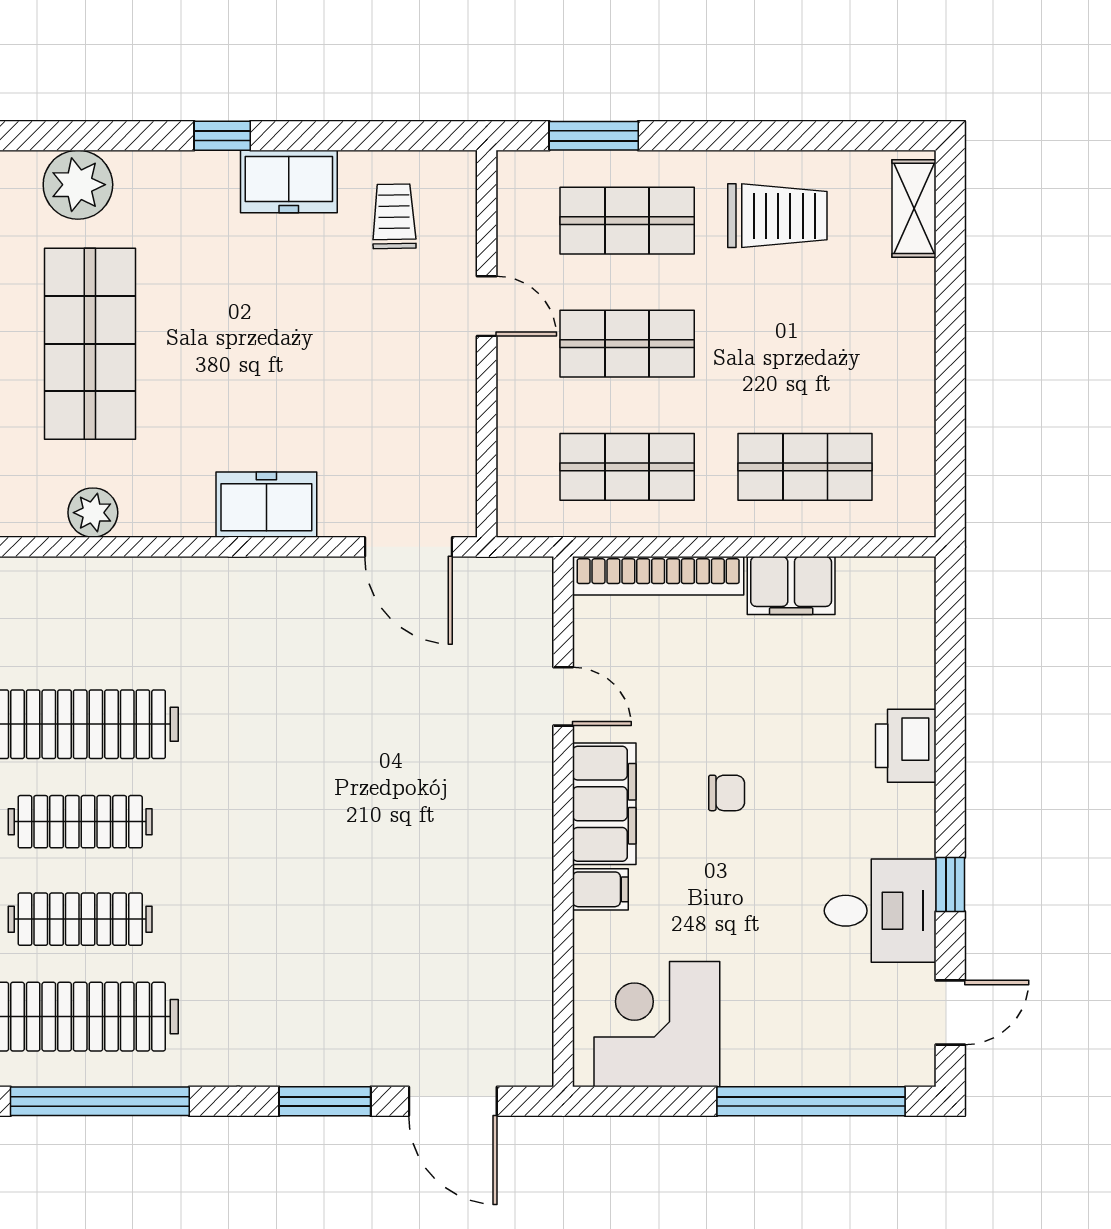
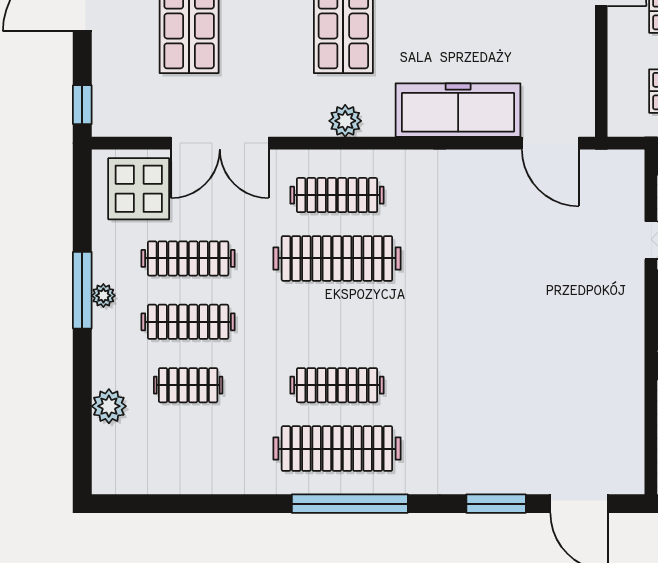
freezer: (266, 505) -> (458, 110), width x1.91, depth x1.26
clothes rail: (80, 822) -> (337, 195), moved

